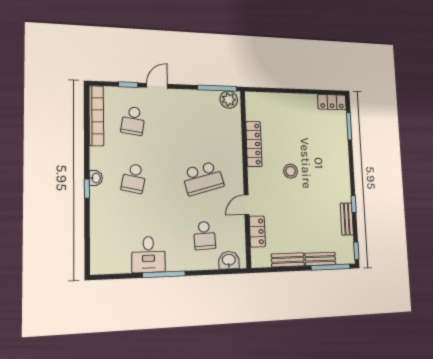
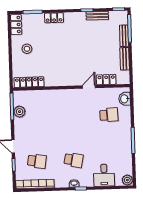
plant: (229, 100) -> (20, 112), moved
locker: (254, 144) -> (29, 82), moved
locker: (342, 156) -> (54, 18), added
stool: (291, 171) -> (27, 49), moved
school desk: (203, 178) -> (72, 116), removed
door: (247, 205) -> (89, 87), swing flipped
desk: (148, 254) -> (104, 175), moved, turned 90
plant: (99, 265) -> (127, 180), added

